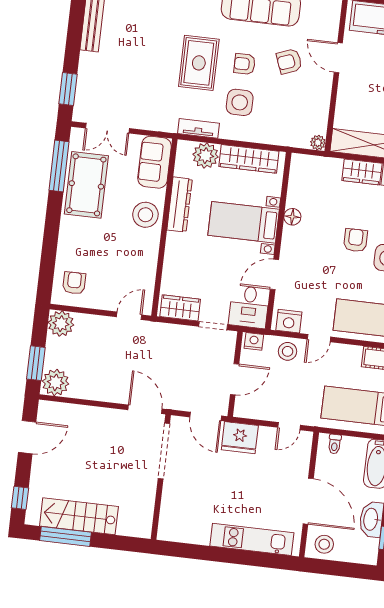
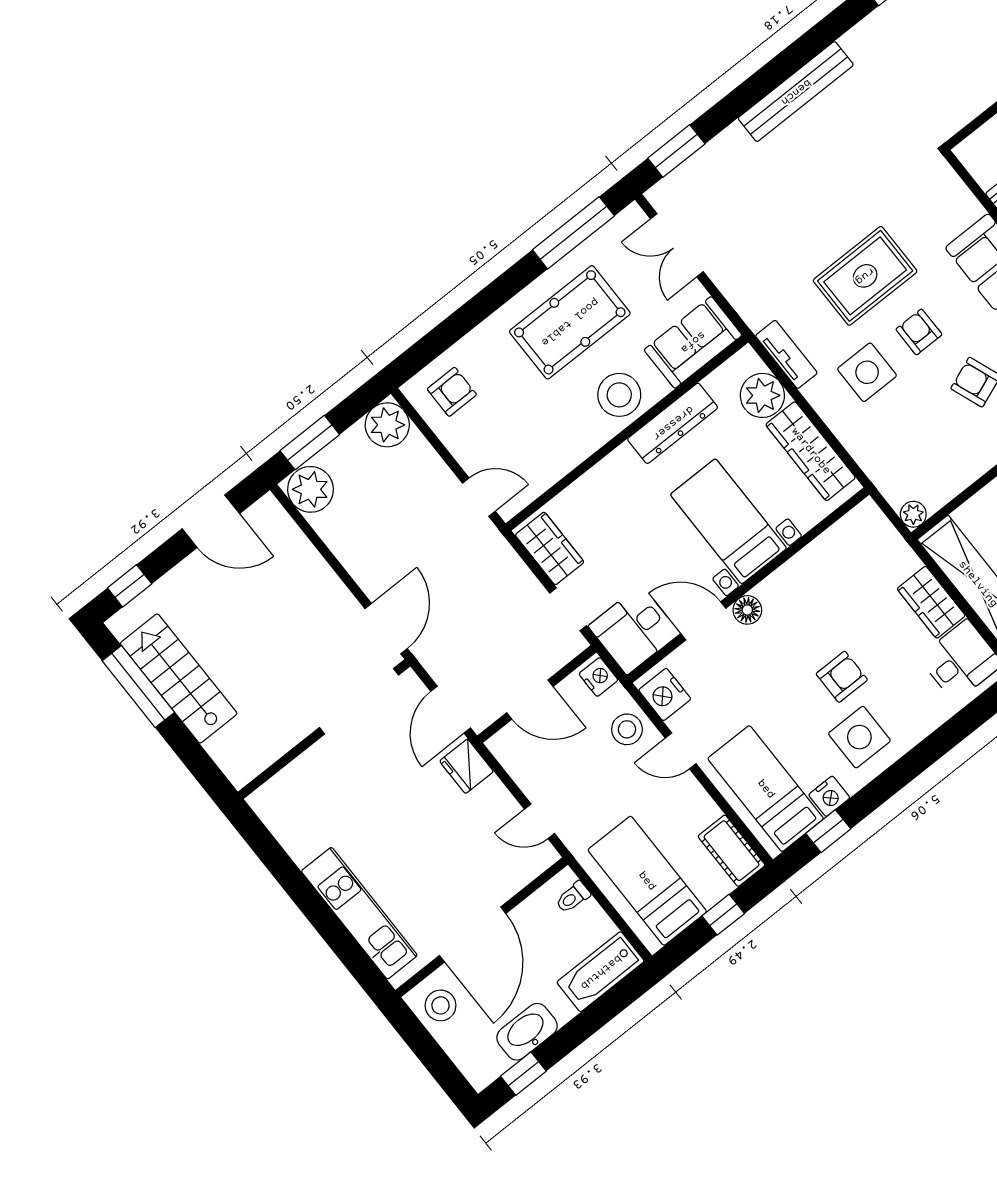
pool table: (86, 185) -> (570, 322), moved
floor lamp: (292, 217) -> (747, 610), moved
fridge: (240, 438) -> (467, 766), width x0.73, depth x0.75

